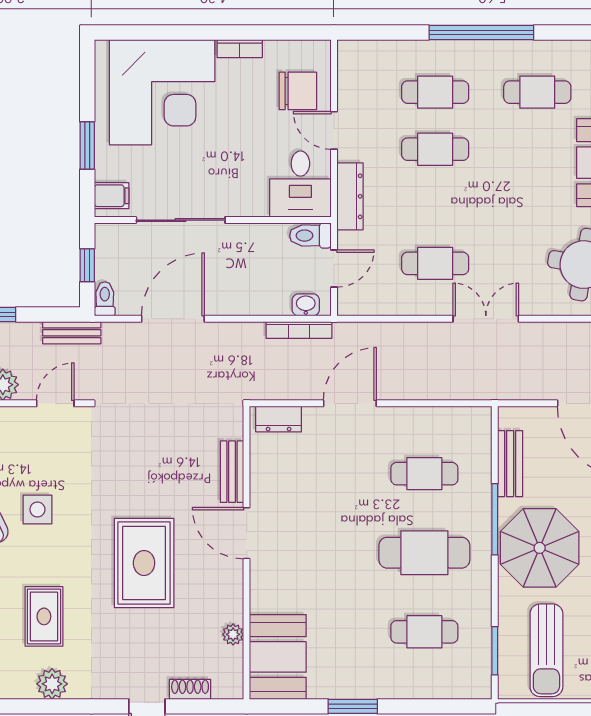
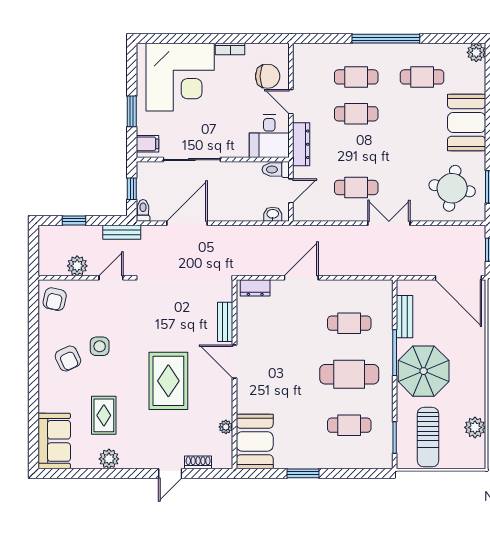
bookcase: (299, 330) -> (268, 230), removed

